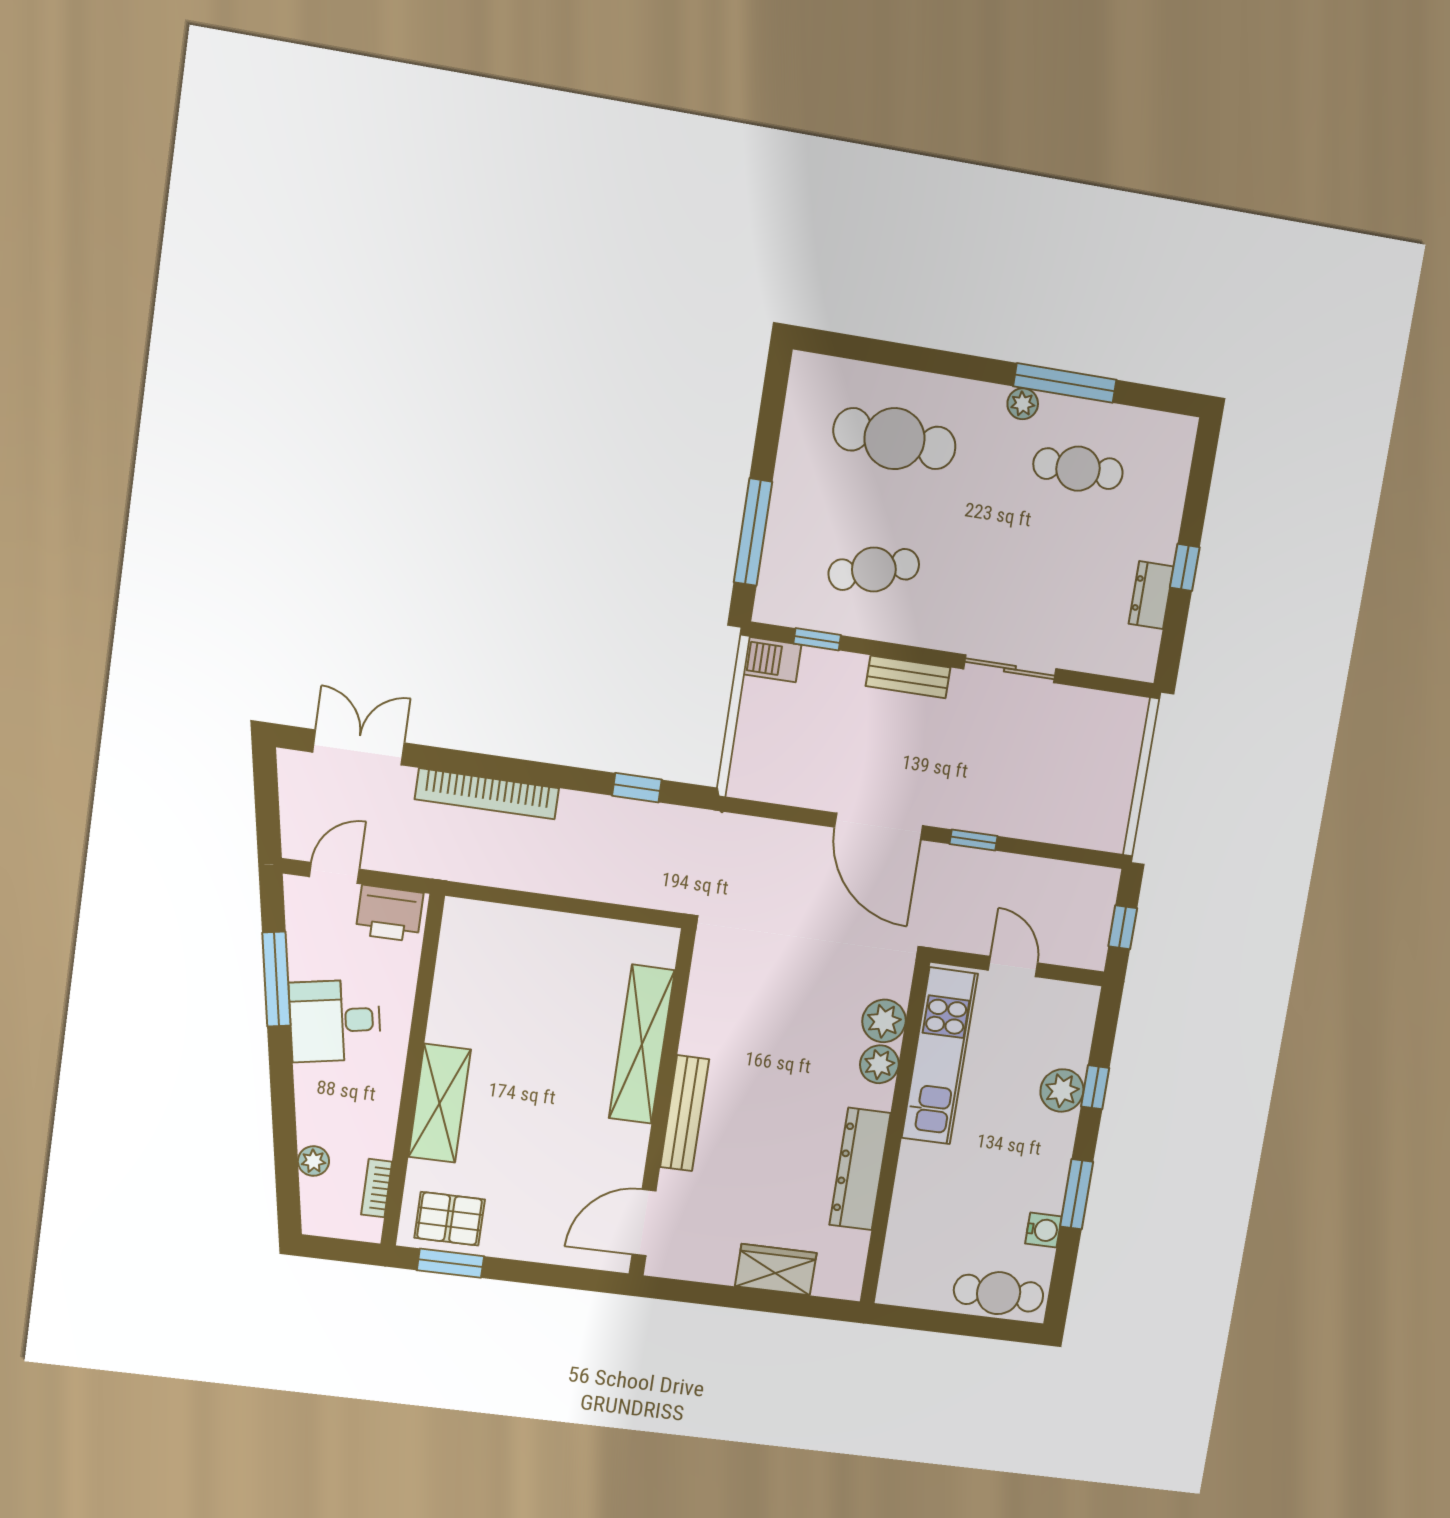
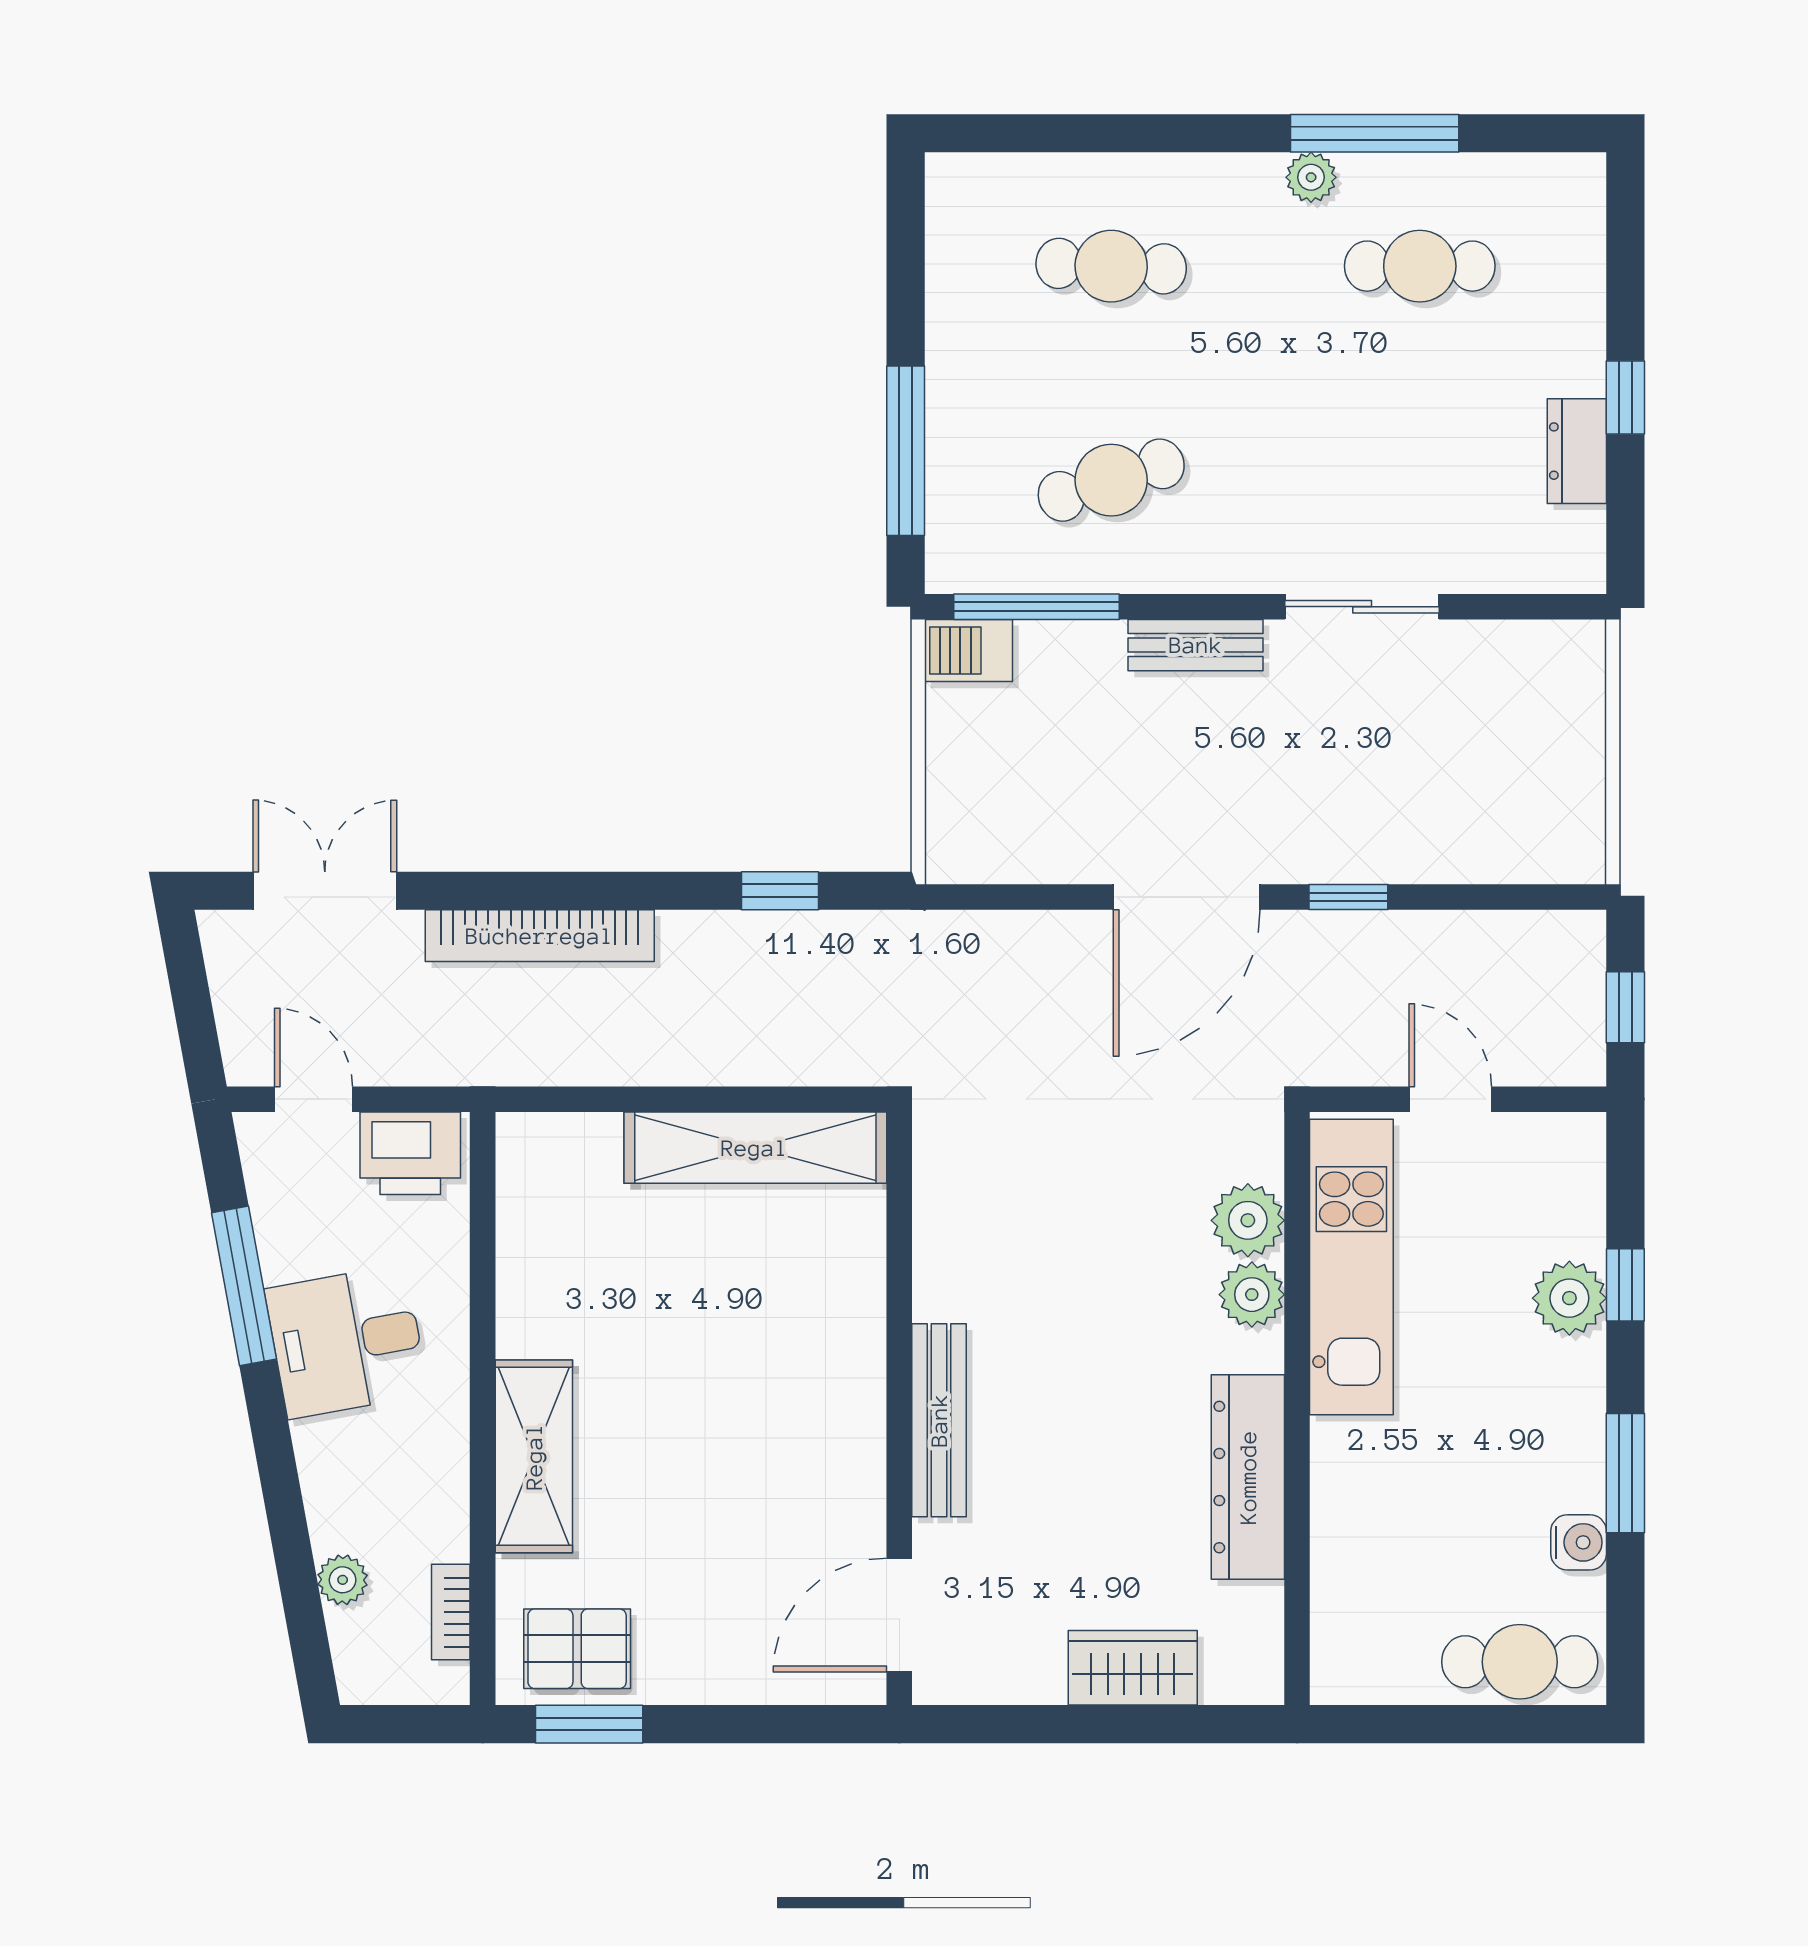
cafe table: (895, 439) -> (1111, 266), width x0.73, depth x0.74
window: (817, 639) -> (1036, 607), width x2.17
door: (879, 826) -> (1187, 897), hinge flipped
door: (334, 873) -> (313, 1099), hinge flipped
shelving: (642, 1044) -> (755, 1148), moved, turned 90

